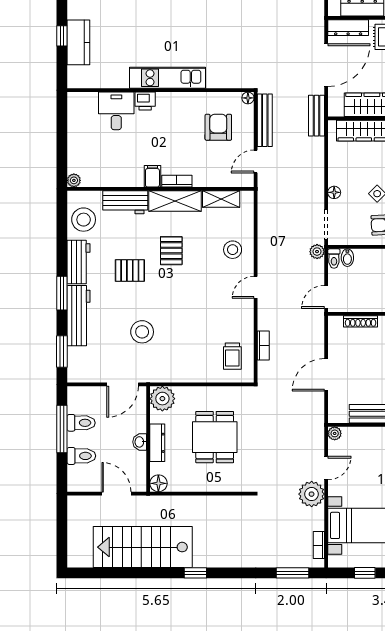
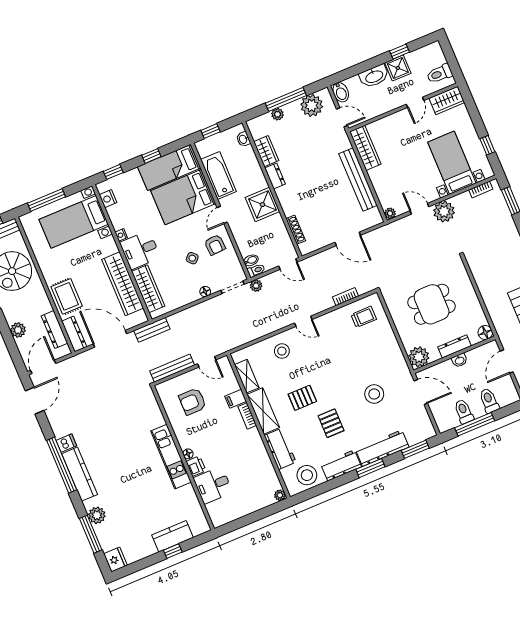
floor lamp: (248, 98) -> (188, 454), moved
filing cabinet: (152, 176) -> (236, 399), moved

